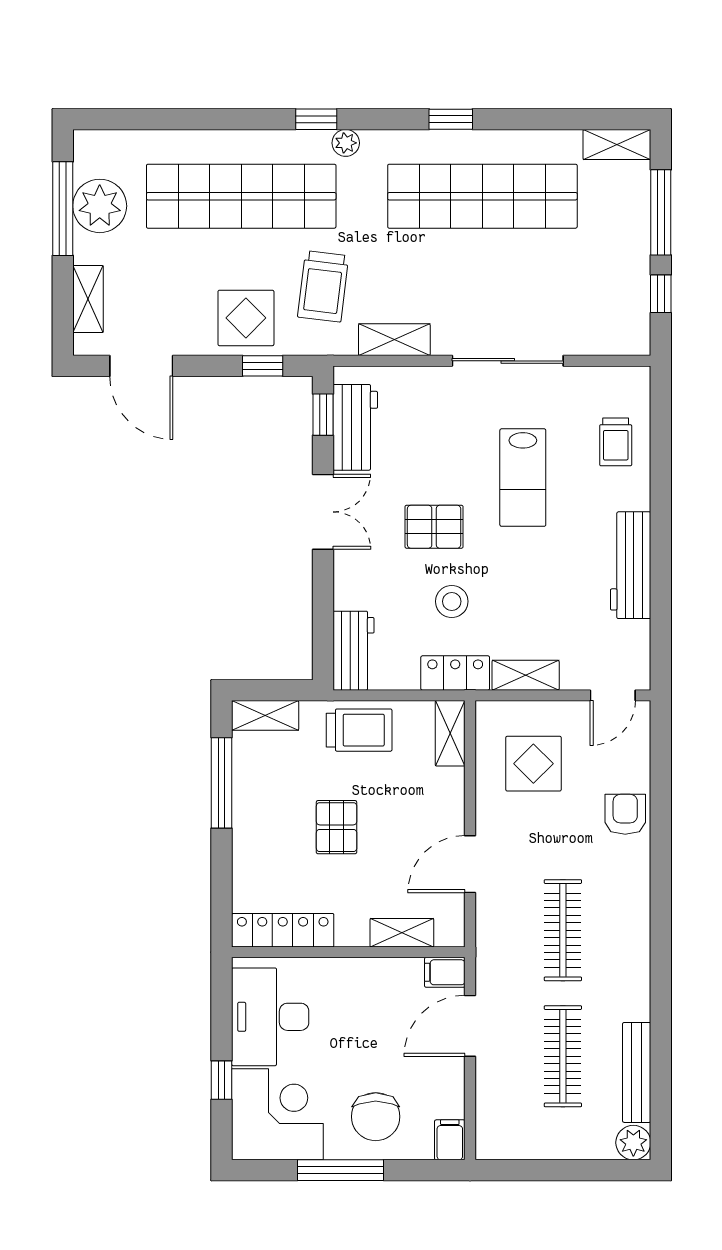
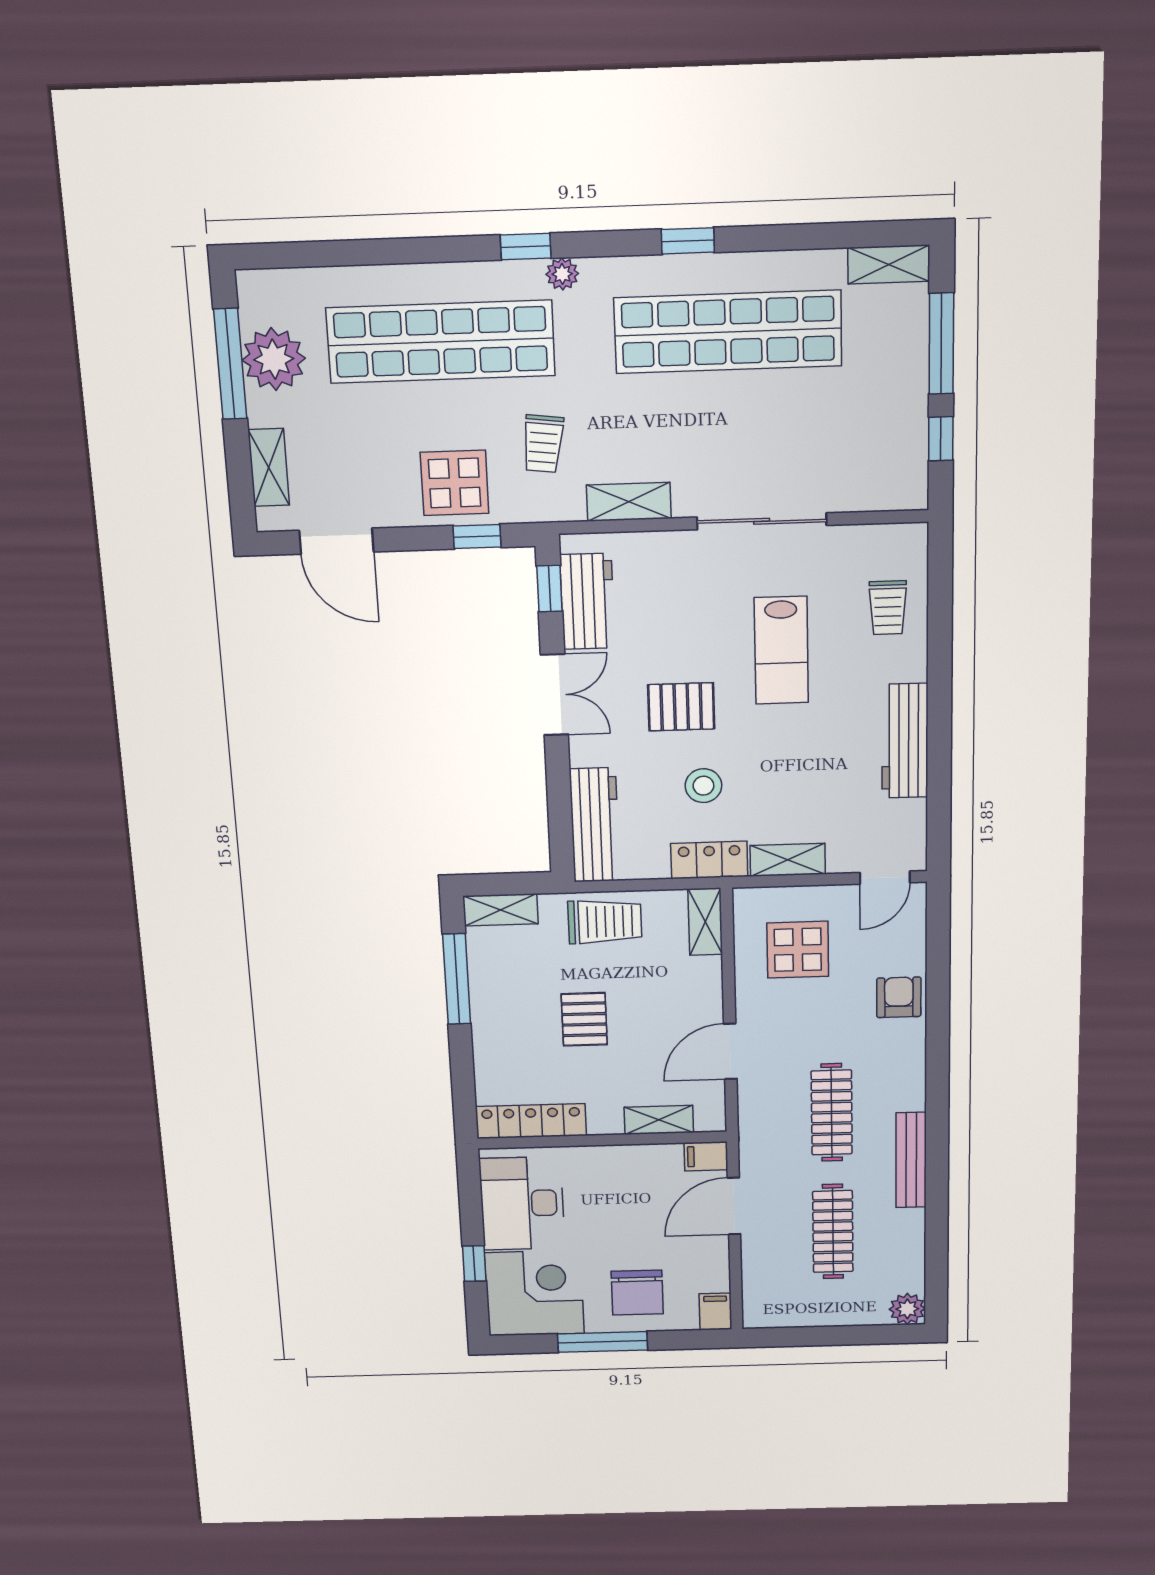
trolley: (323, 286) -> (543, 444), width x0.73, depth x0.72
workbench: (354, 651) -> (595, 825), width x1.37
bench: (637, 1072) -> (911, 1160), moved

